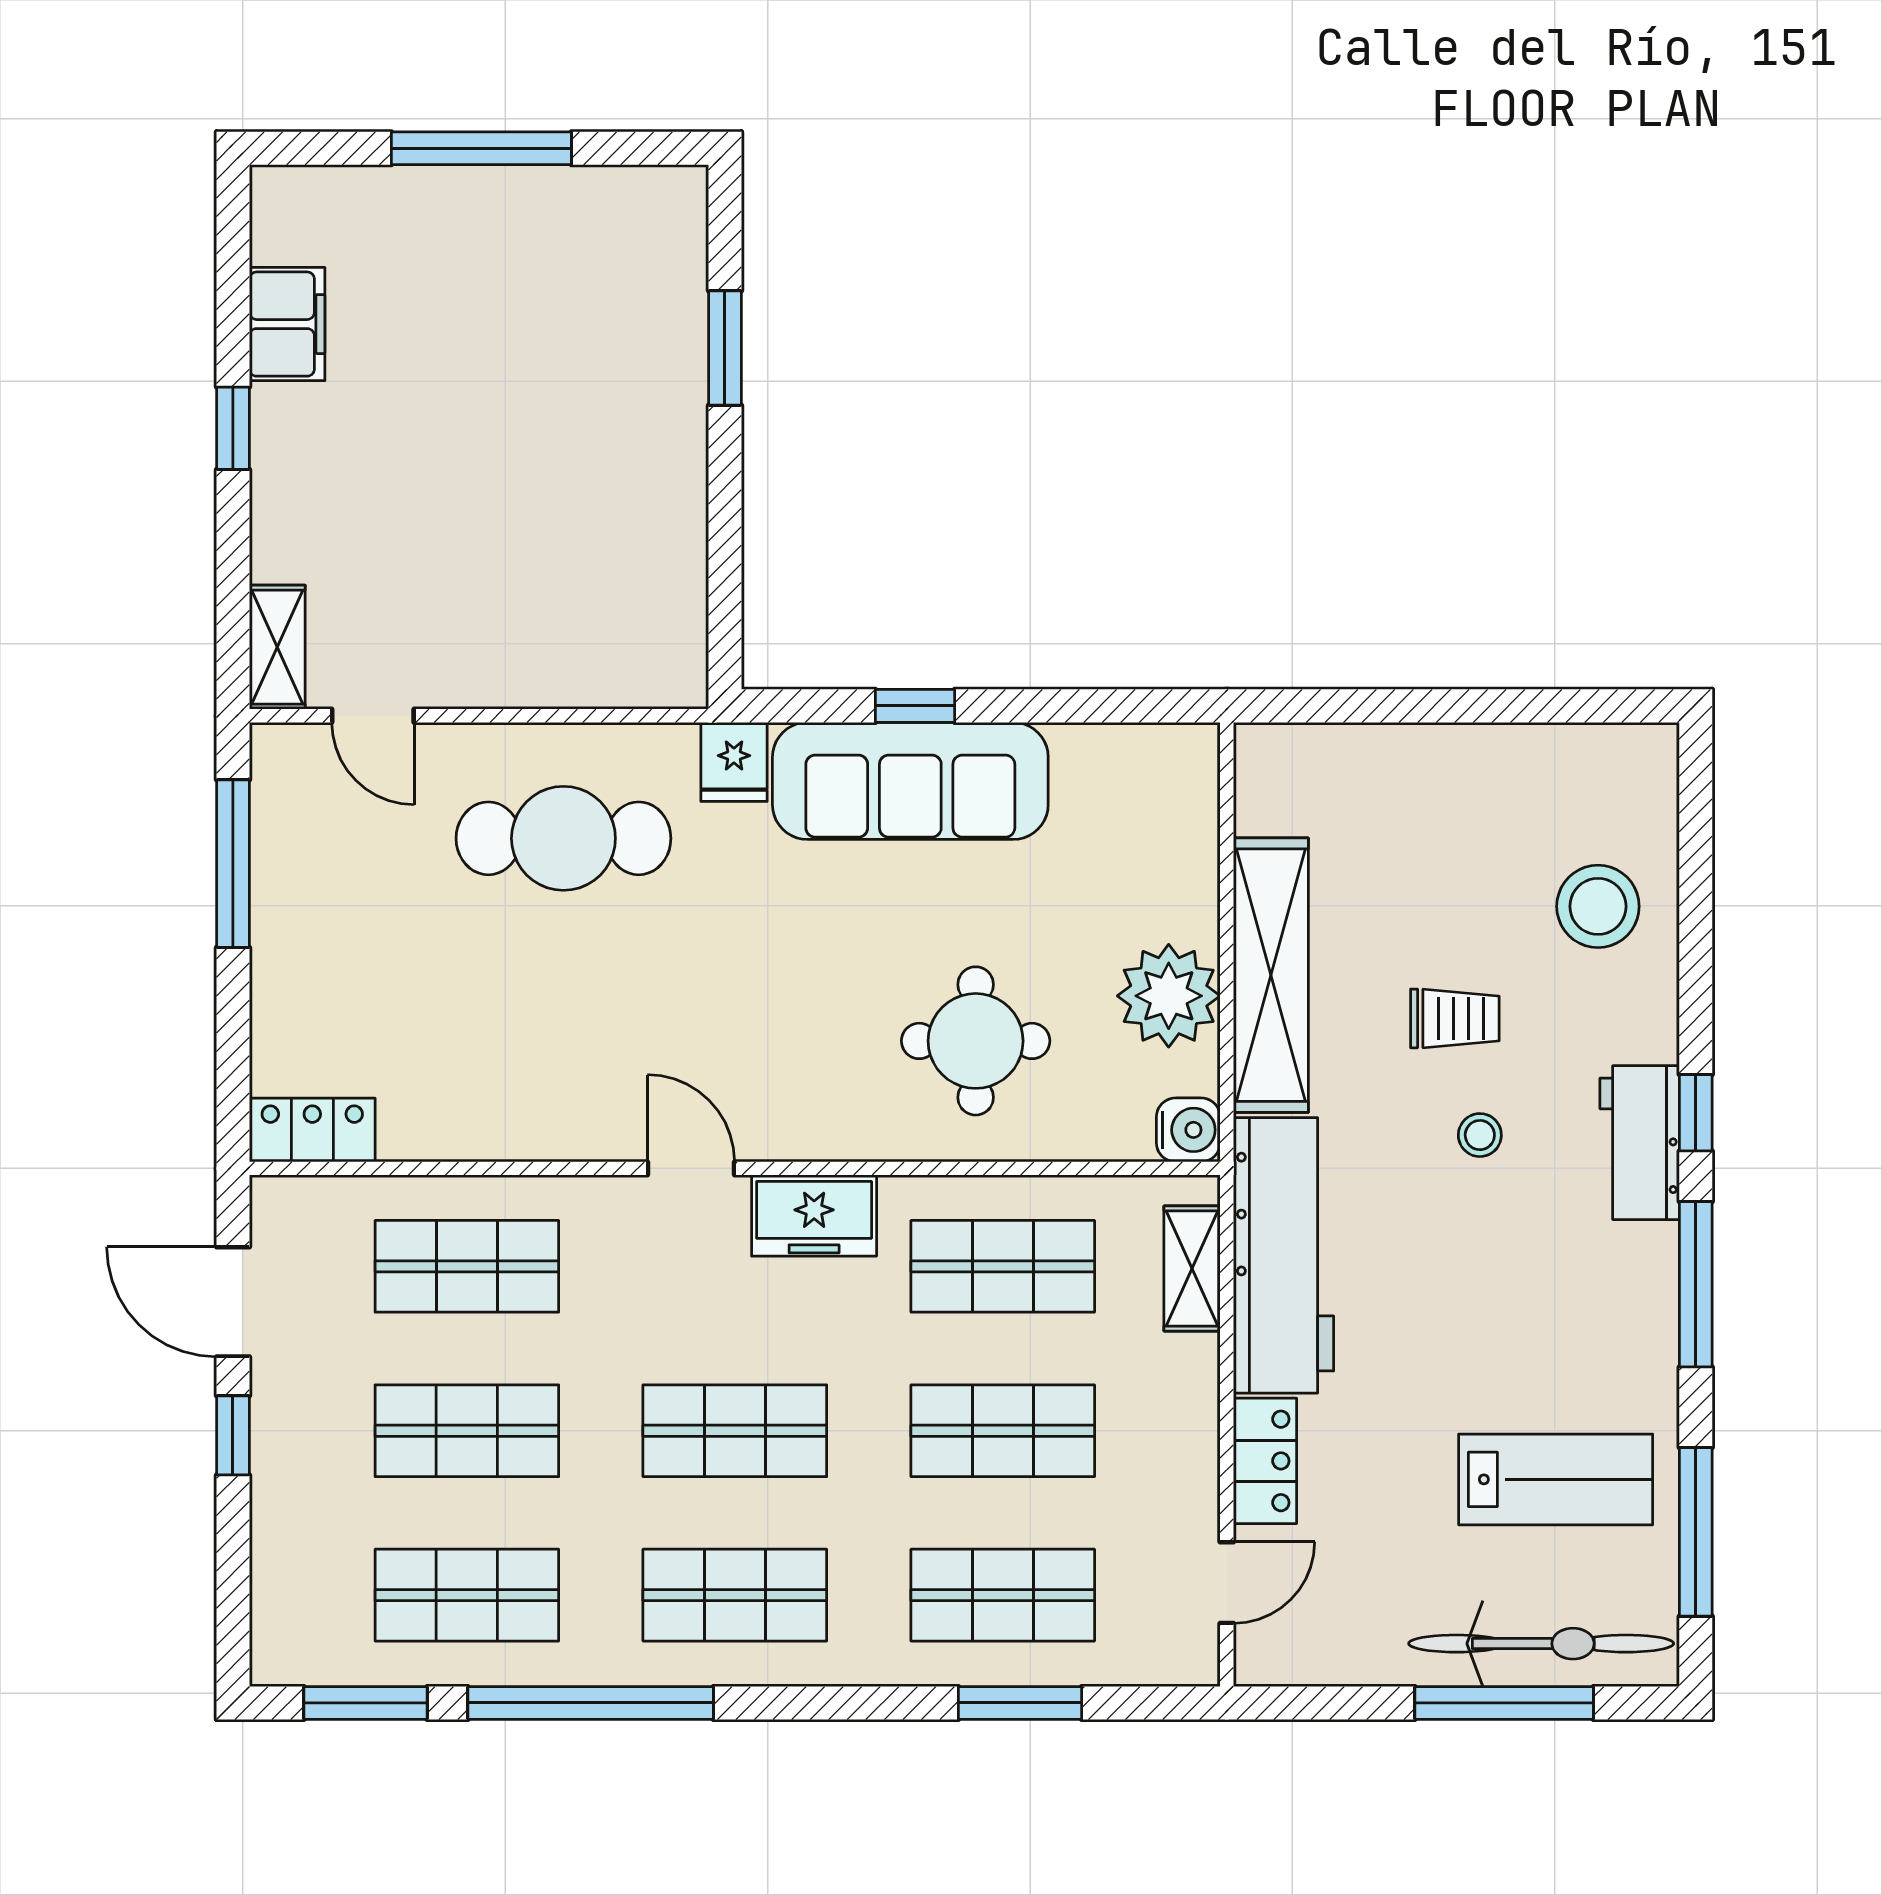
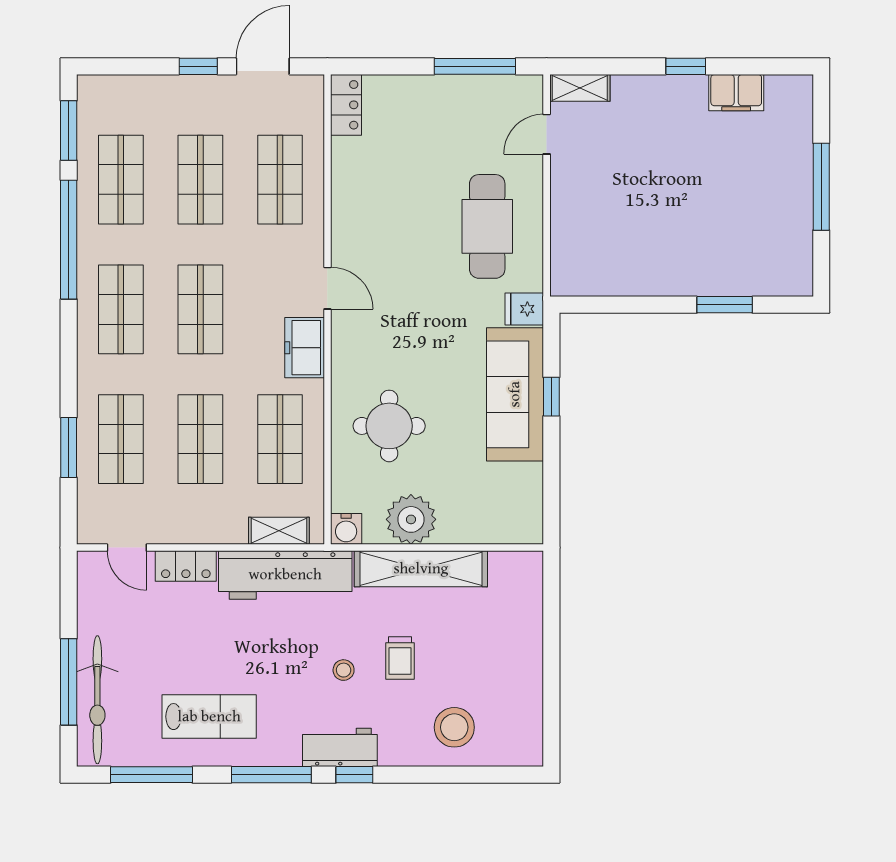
door: (691, 1168) -> (327, 288), hinge flipped
lab bench: (1556, 1479) -> (209, 717), moved, turned -90

